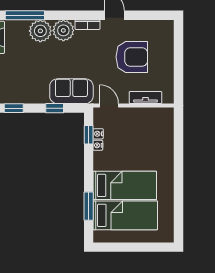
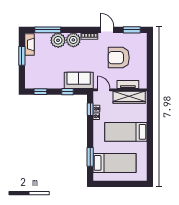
window: (151, 15) -> (132, 30), added
armchair: (132, 57) -> (119, 58), turned 180
wardrobe: (147, 117) -> (129, 97), added
bed: (125, 185) -> (126, 132), moved, turned 180

